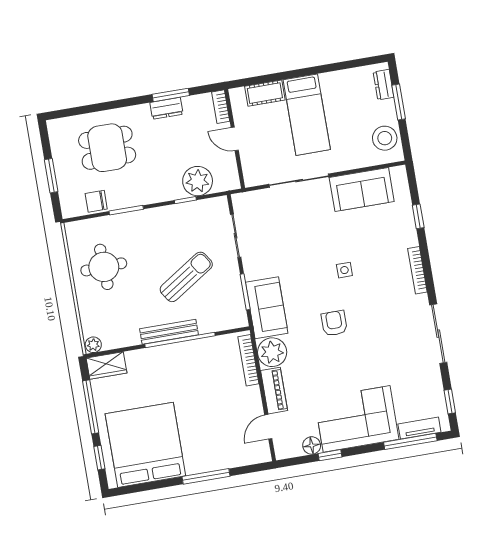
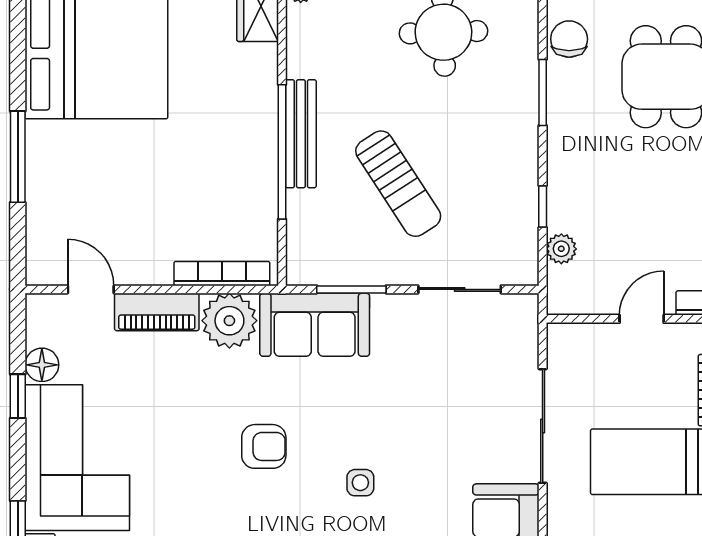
plant: (198, 181) -> (561, 249), width x0.53, depth x0.53

